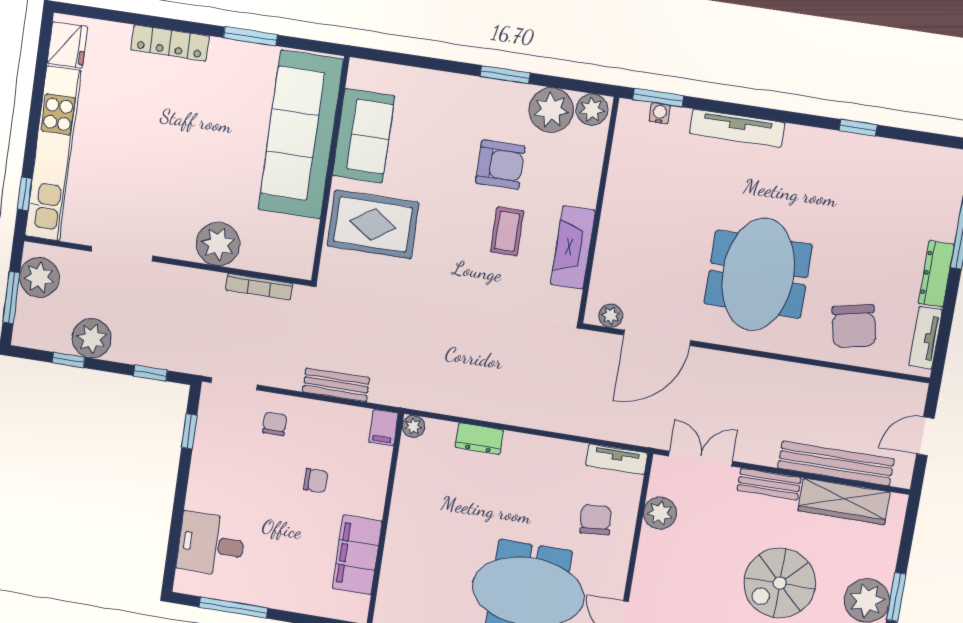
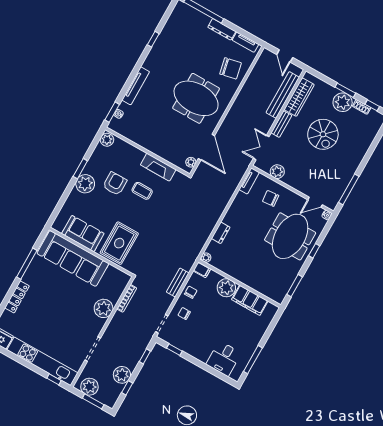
window: (250, 36) -> (27, 264), width x1.44
plant: (551, 110) -> (85, 184), moved
chair: (316, 480) -> (191, 292), moved
plant: (365, 495) -> (226, 288), added

